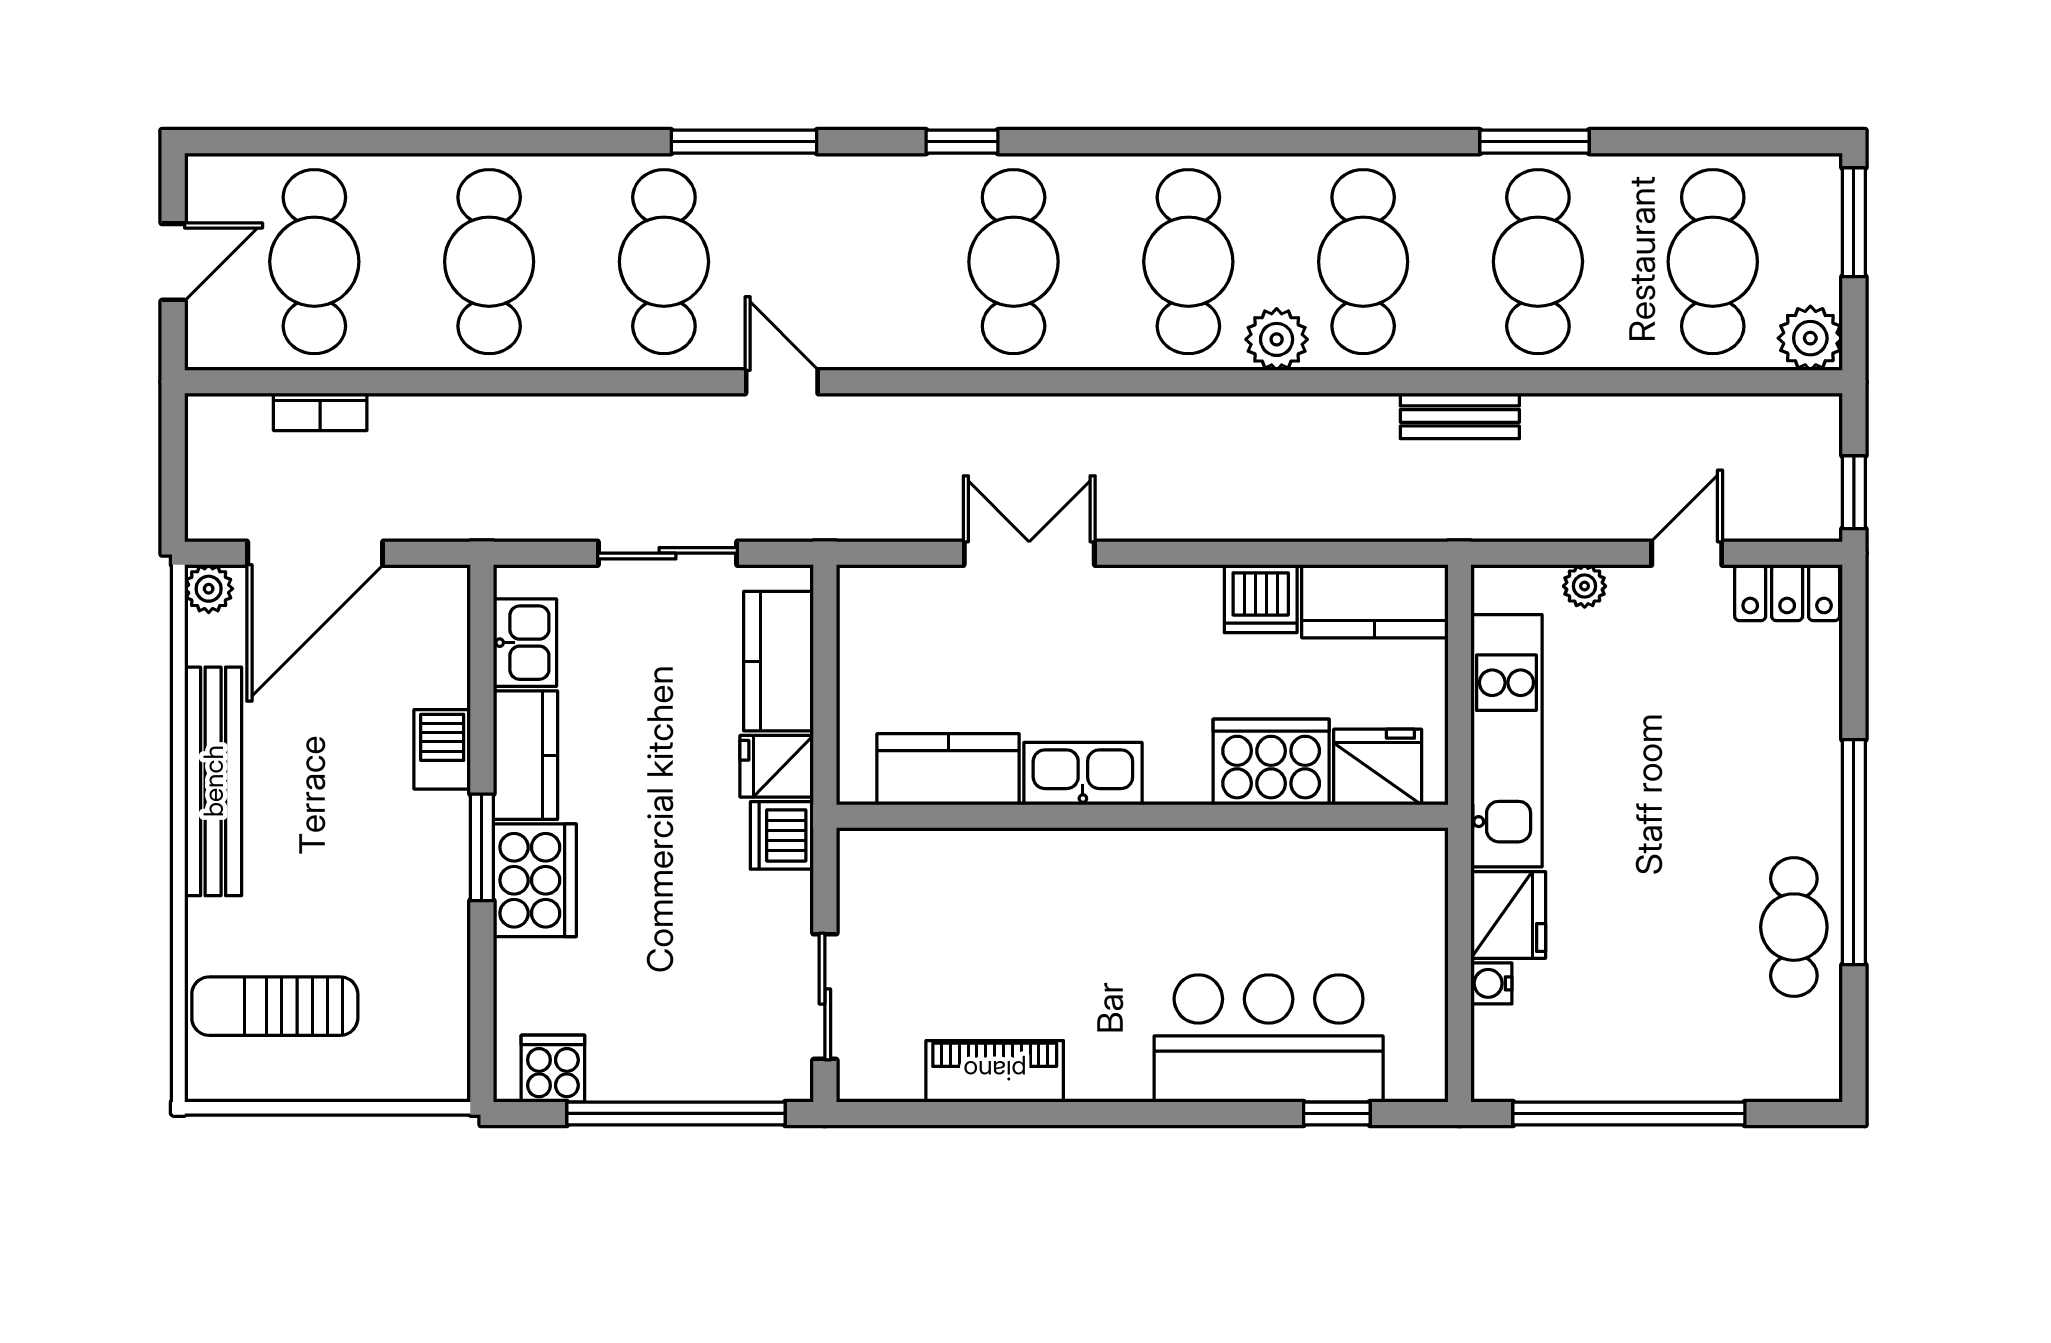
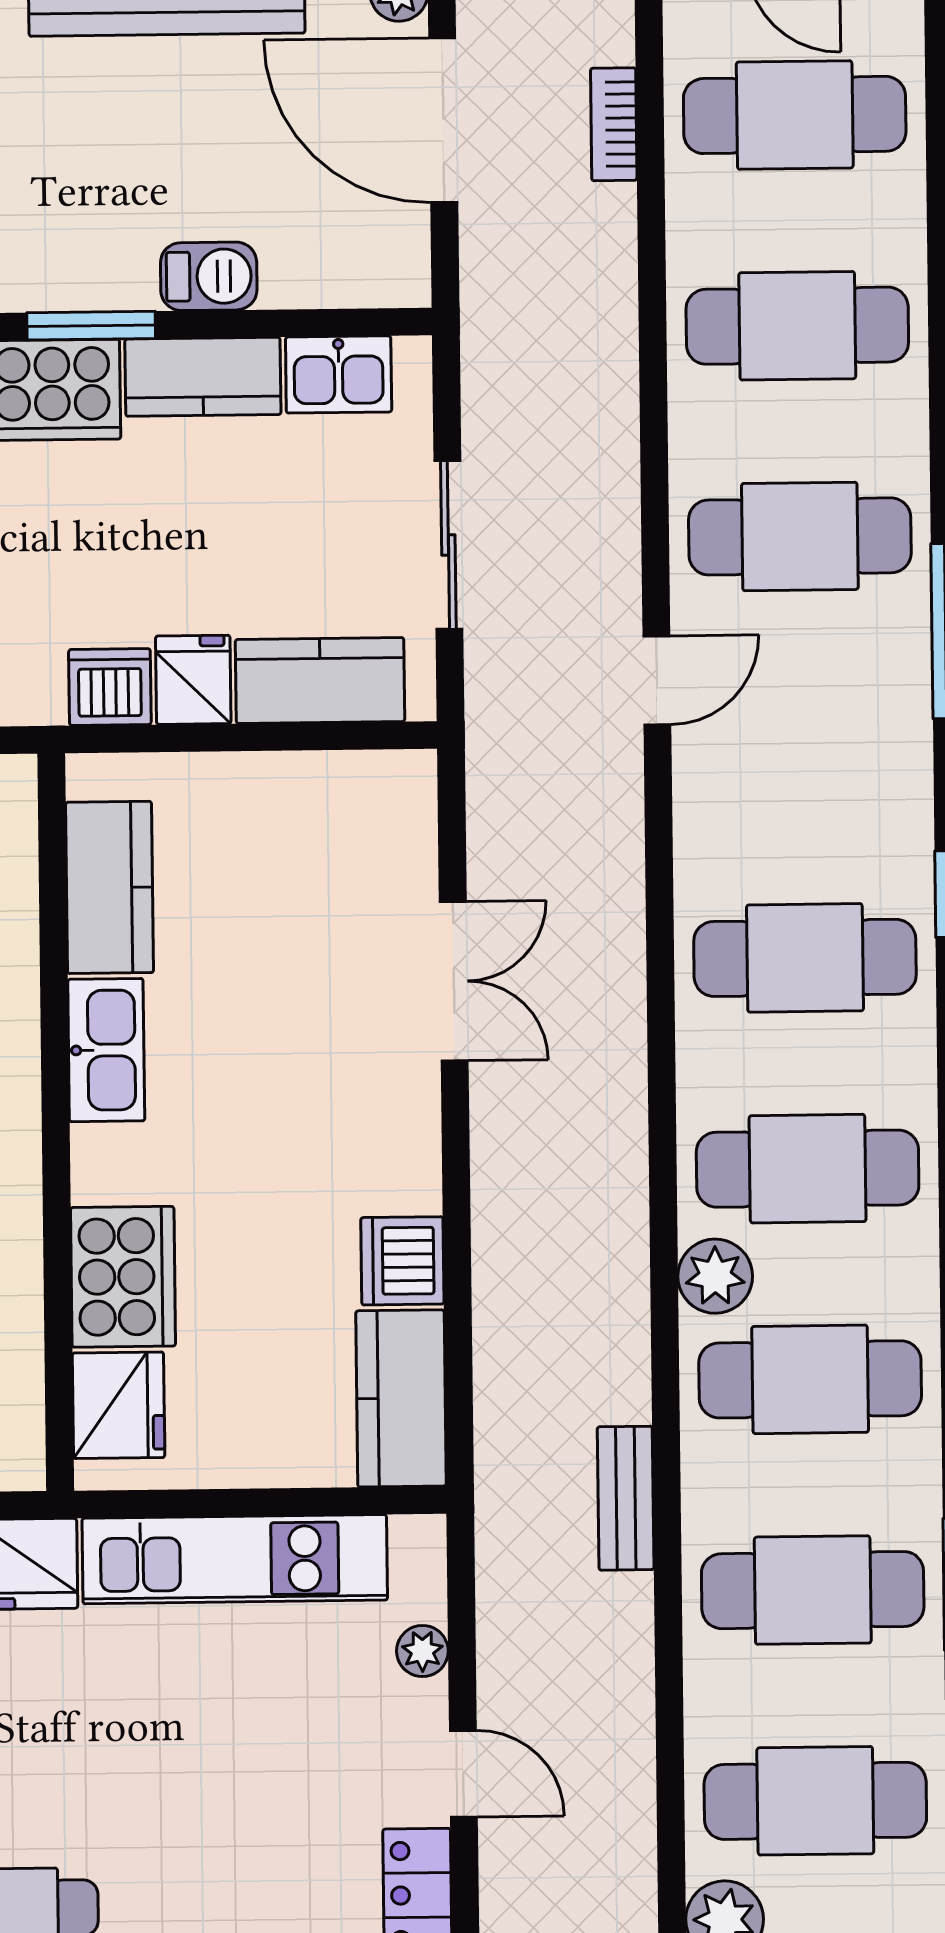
cooker: (1271, 762) -> (123, 1277), moved
fridge: (1378, 767) -> (119, 1405), moved
kitchen counter: (948, 769) -> (109, 887), moved
kitchen sink: (1083, 774) -> (106, 1050), moved
wall: (1142, 816) -> (56, 1122), moved

